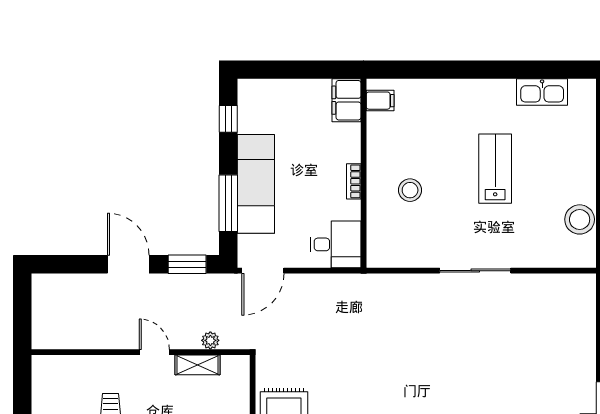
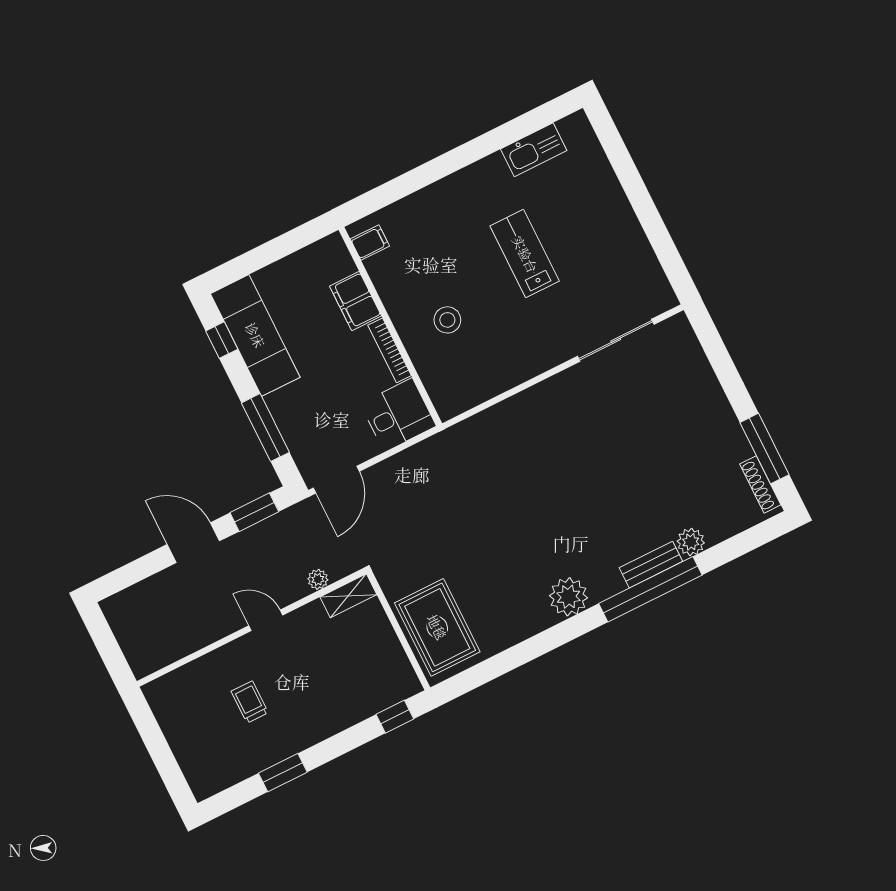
filing cabinet: (346, 100) -> (356, 301), moved
bookcase: (354, 181) -> (390, 350), width x1.56
exam couch: (256, 184) -> (255, 335), moved
stool: (580, 219) -> (639, 263), removed
sliding door: (475, 271) -> (616, 340), moved
shelving: (198, 365) -> (348, 596), moved

